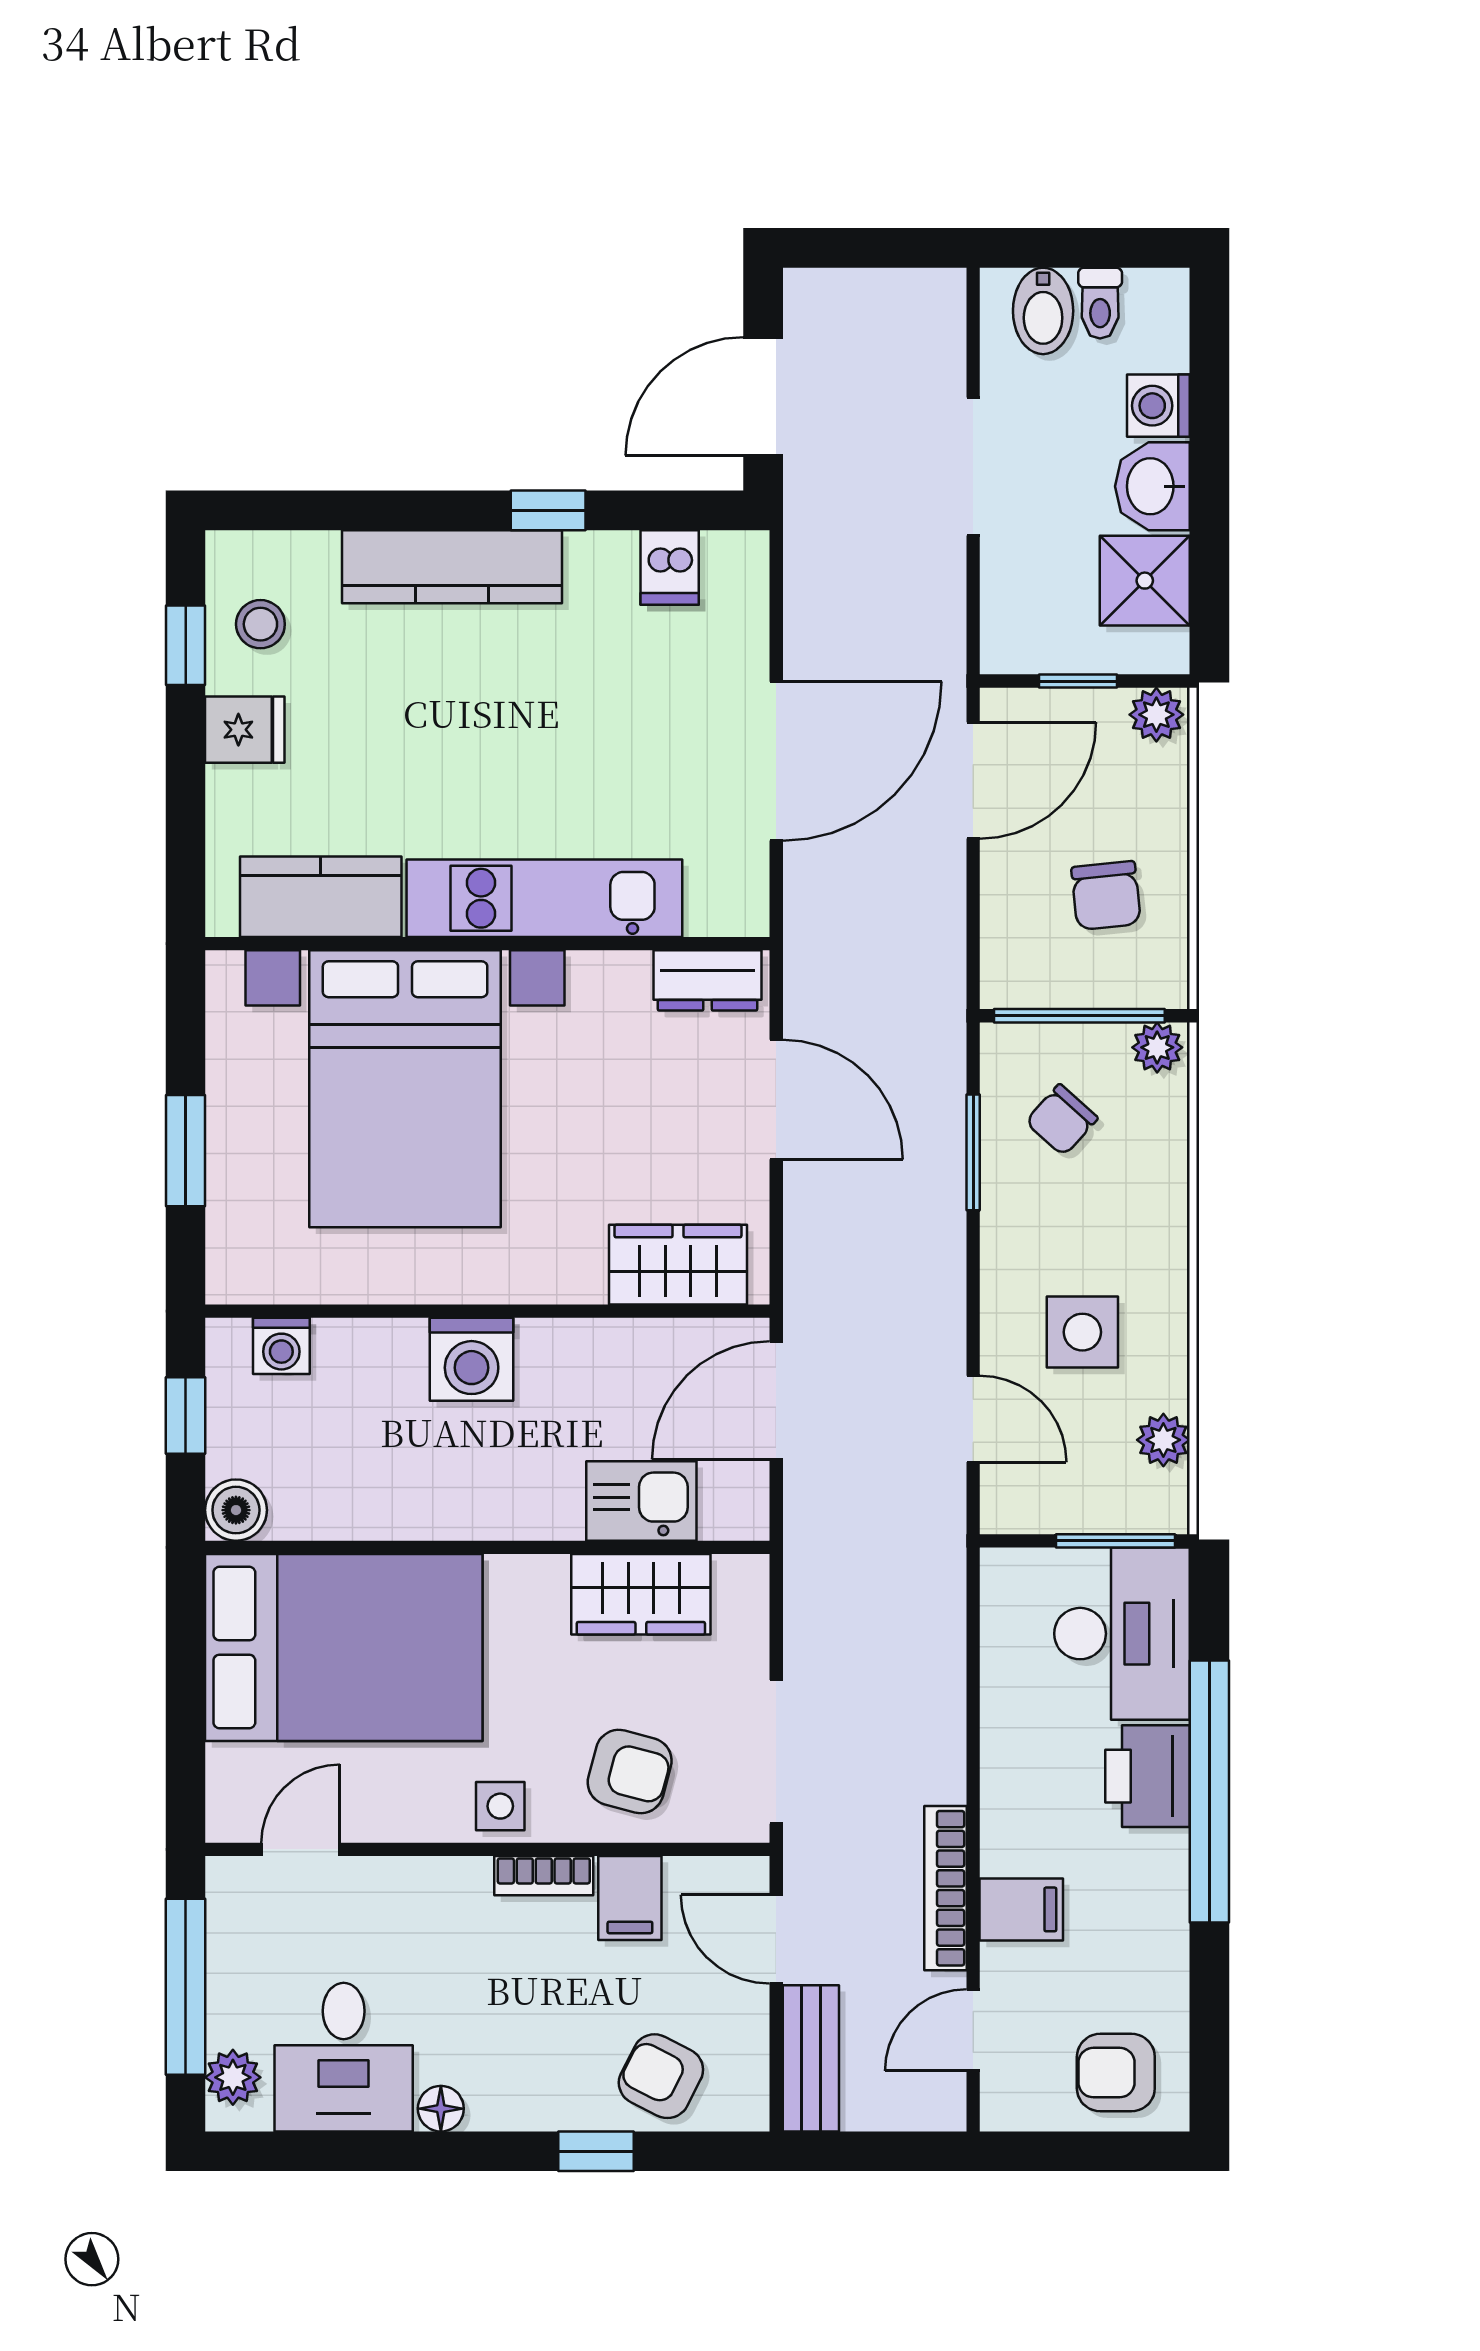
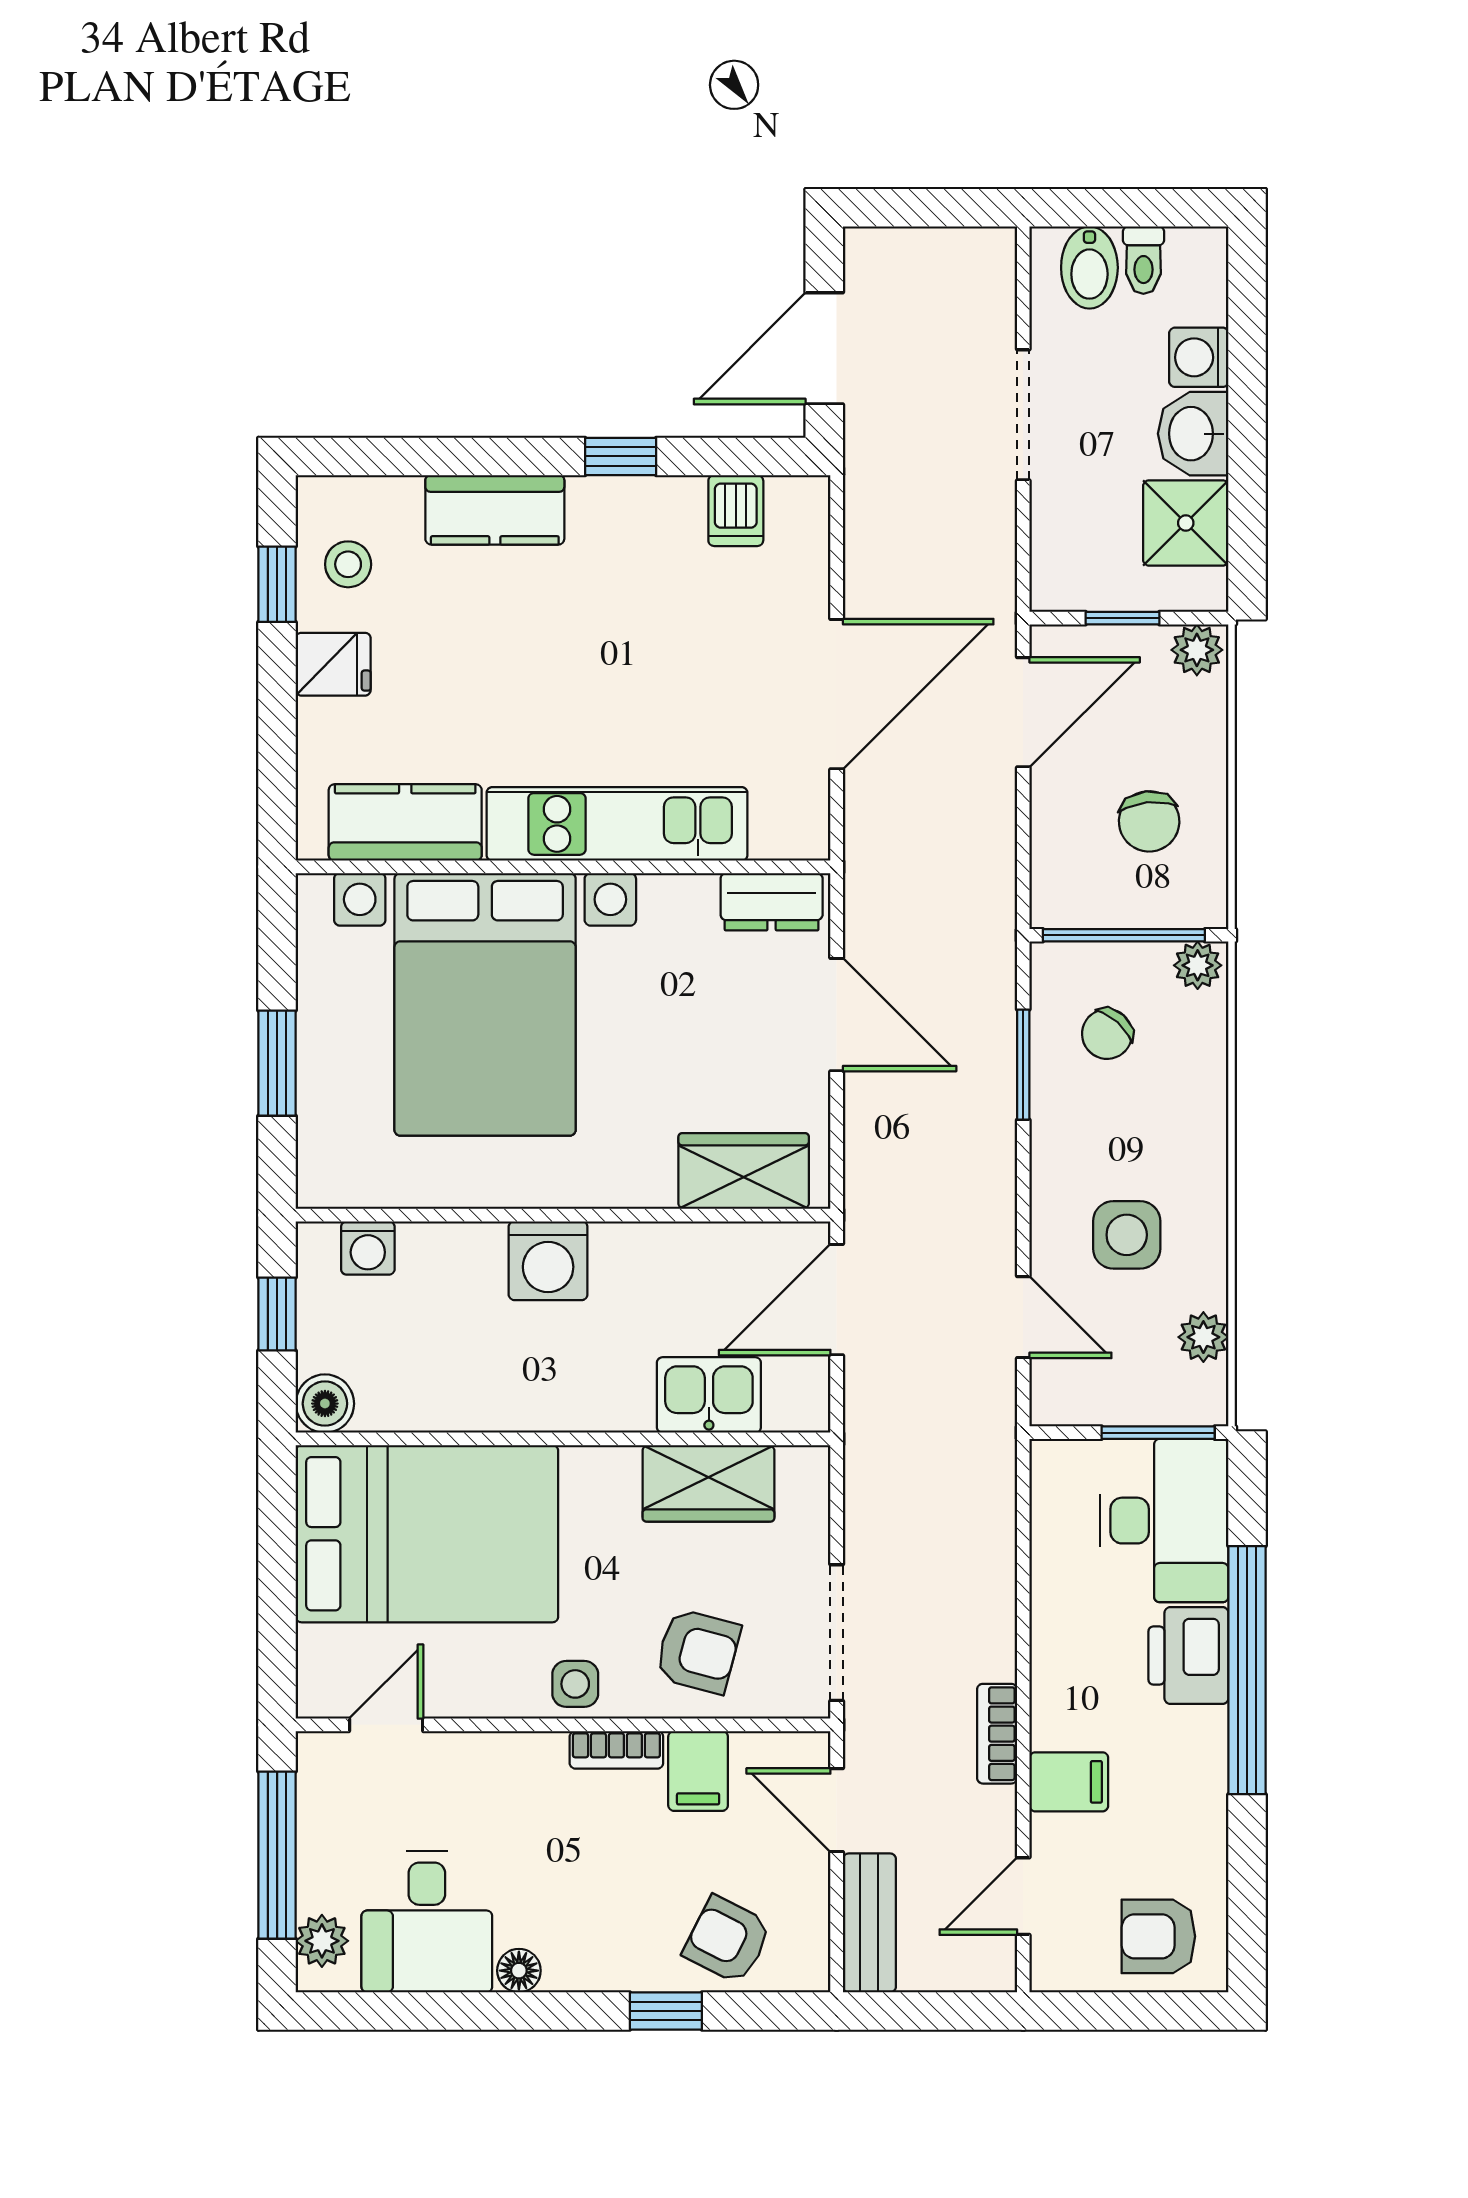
kitchen counter: (452, 567) -> (495, 510), width x0.67
bookcase: (946, 1888) -> (997, 1734), width x0.64

